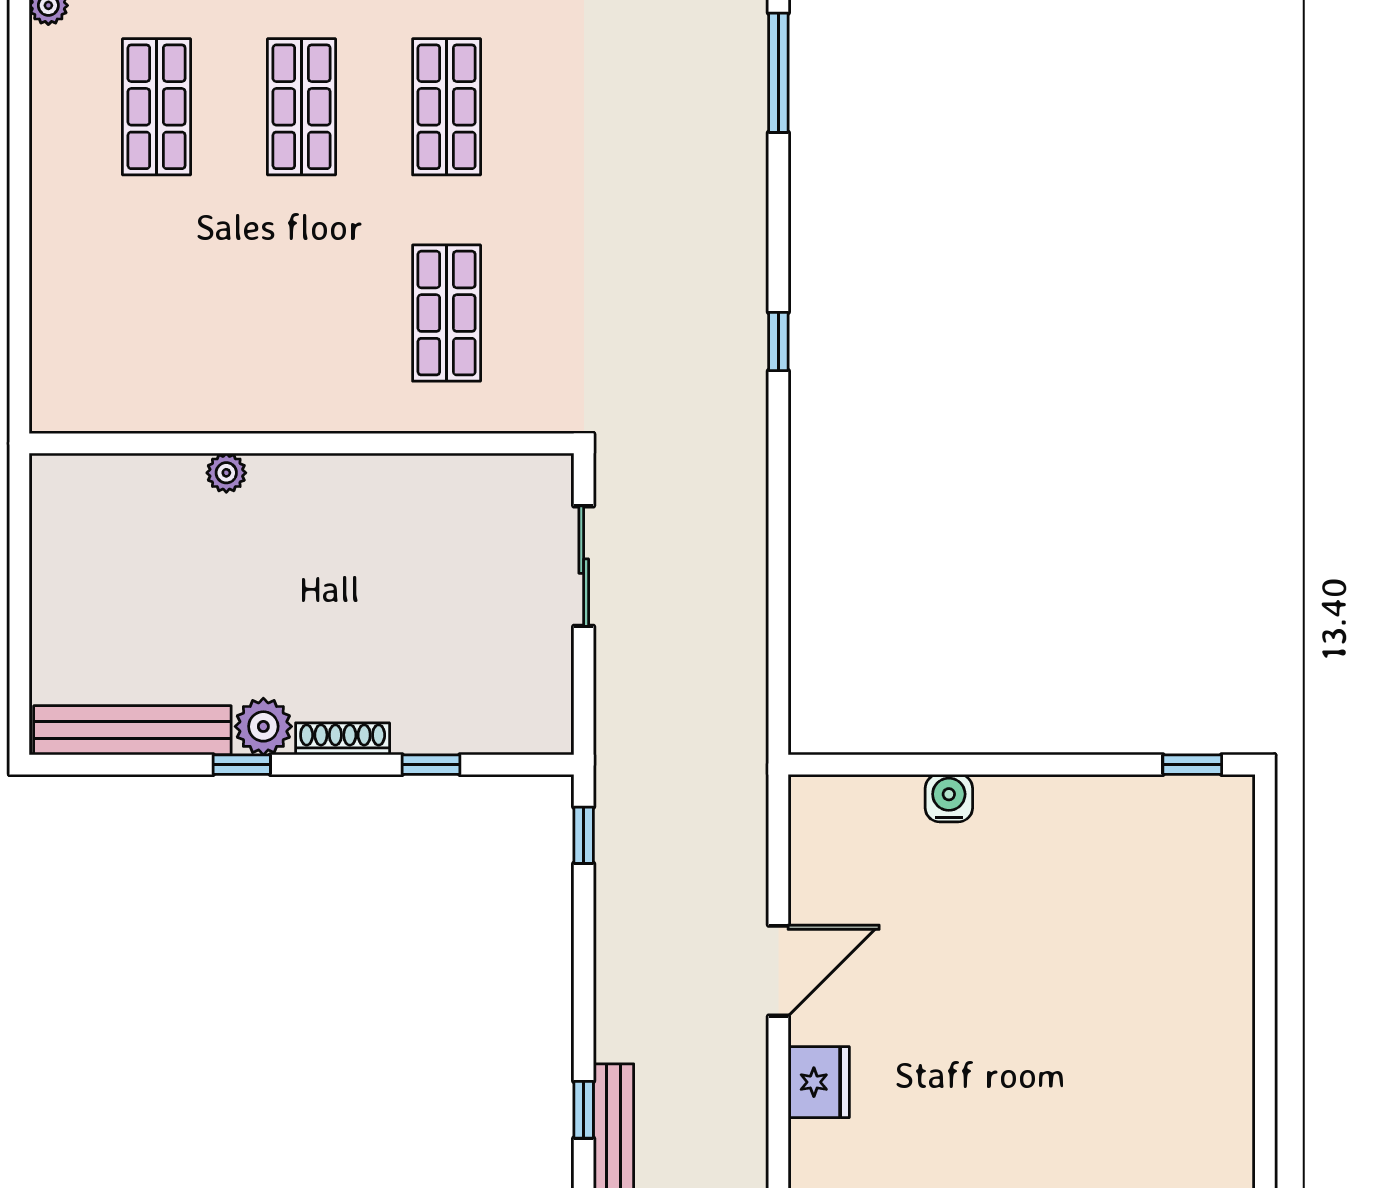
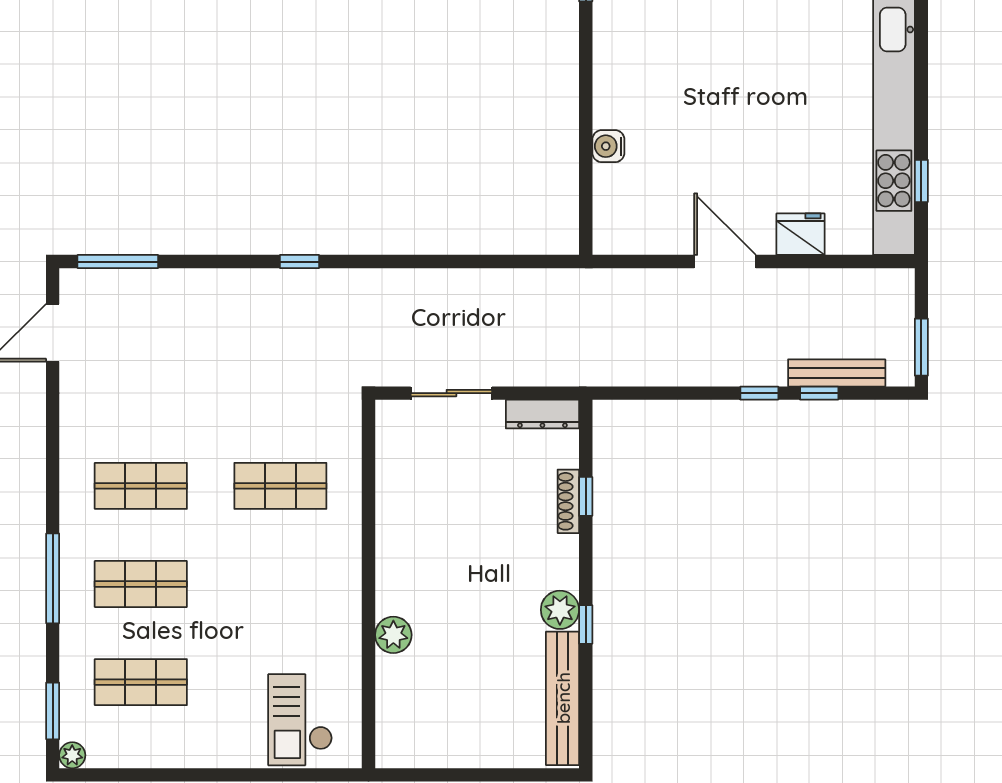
checkout: (101, 342) -> (300, 720), added
plant: (226, 473) -> (393, 635), width x1.38, depth x1.38
dresser: (553, 701) -> (542, 414), added
shoe rack: (343, 739) -> (568, 501), moved
window: (584, 835) -> (759, 393), moved

